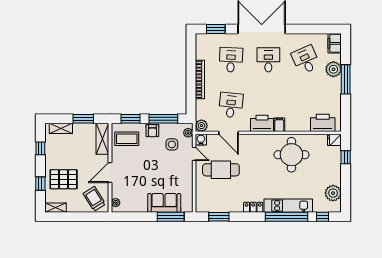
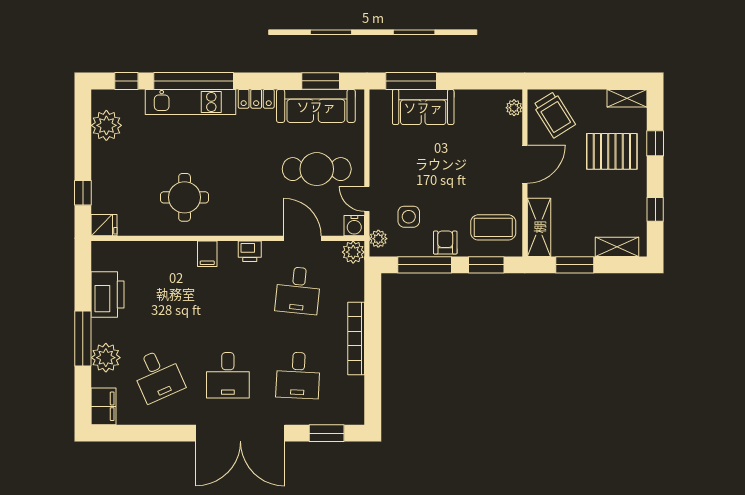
printer: (262, 123) -> (250, 251), width x0.53, depth x0.68
printer: (323, 123) -> (108, 295), moved, turned -90
round table: (291, 155) -> (185, 197), width x0.73, depth x0.73
sofa: (221, 204) -> (316, 106), added

